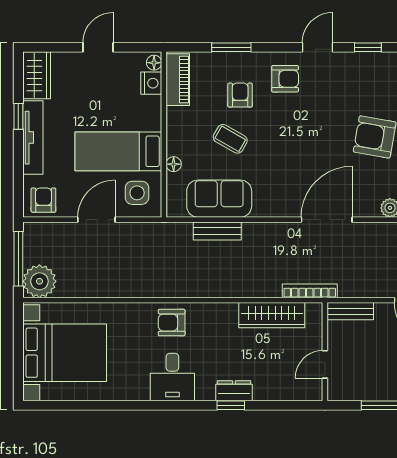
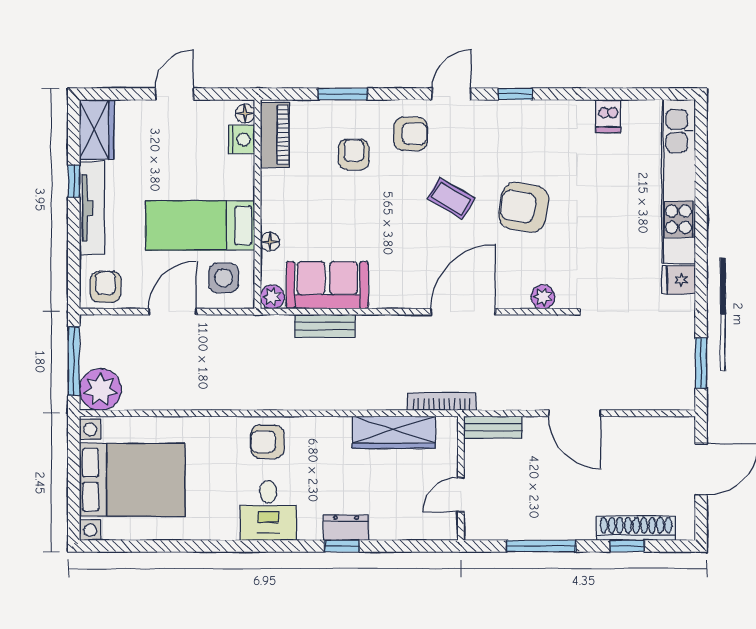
coffee table: (230, 139) -> (451, 198), moved
plant: (176, 208) -> (272, 297), added

